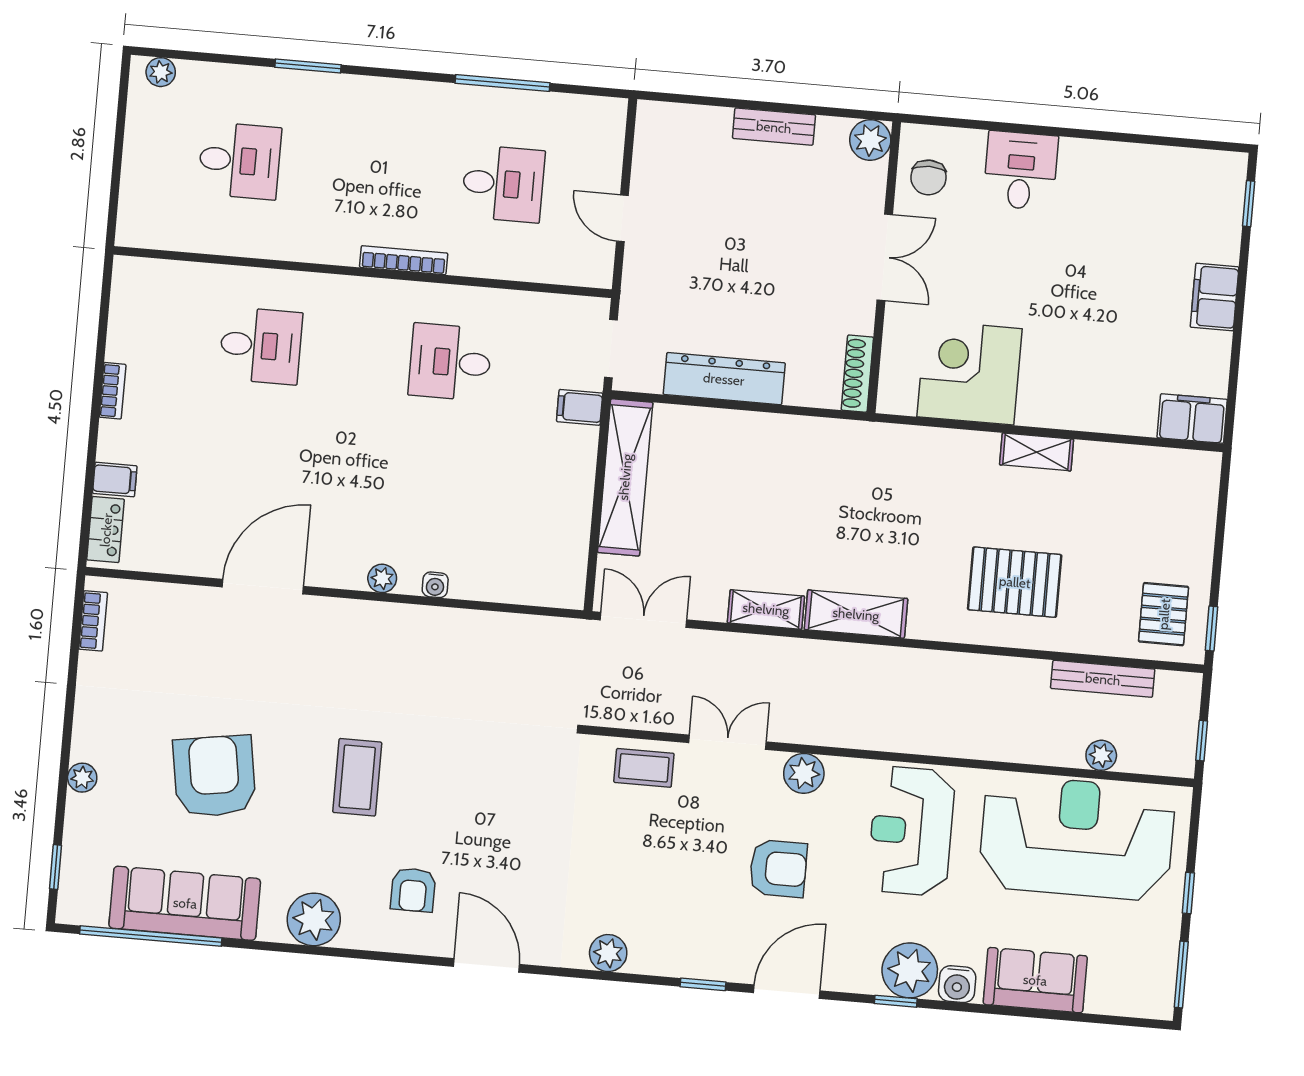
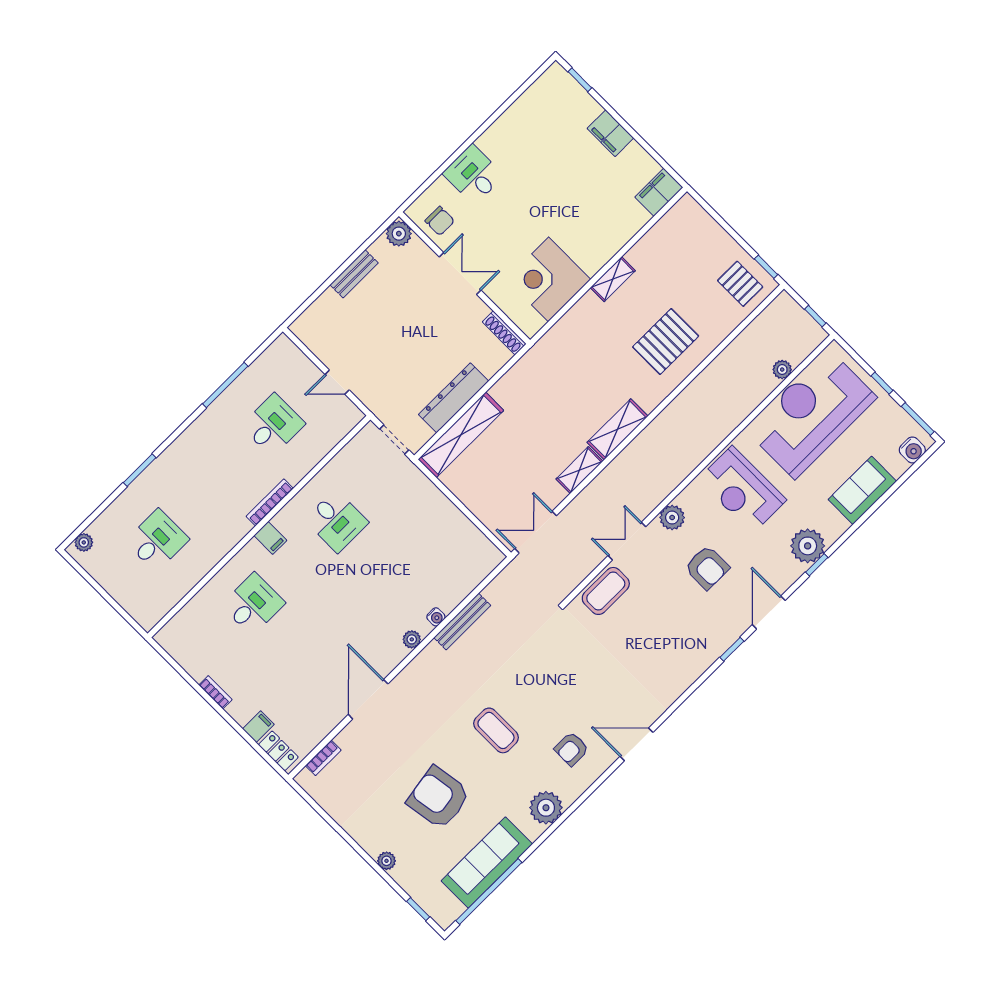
desk: (450, 362) -> (336, 521), turned -90
filing cabinet: (580, 407) -> (270, 538), moved, turned -90
shelving: (625, 477) -> (461, 435), moved, turned 90
bookcase: (93, 621) -> (323, 758), moved, turned 90
bench: (1103, 679) -> (462, 621), moved
coffee table: (644, 768) -> (606, 591), width x1.36, depth x1.30
armchair: (778, 868) -> (707, 568), turned 90
armchair: (413, 890) -> (572, 749), turned 90
plant: (608, 953) -> (679, 682), removed
water cooler: (957, 984) -> (912, 450), moved

